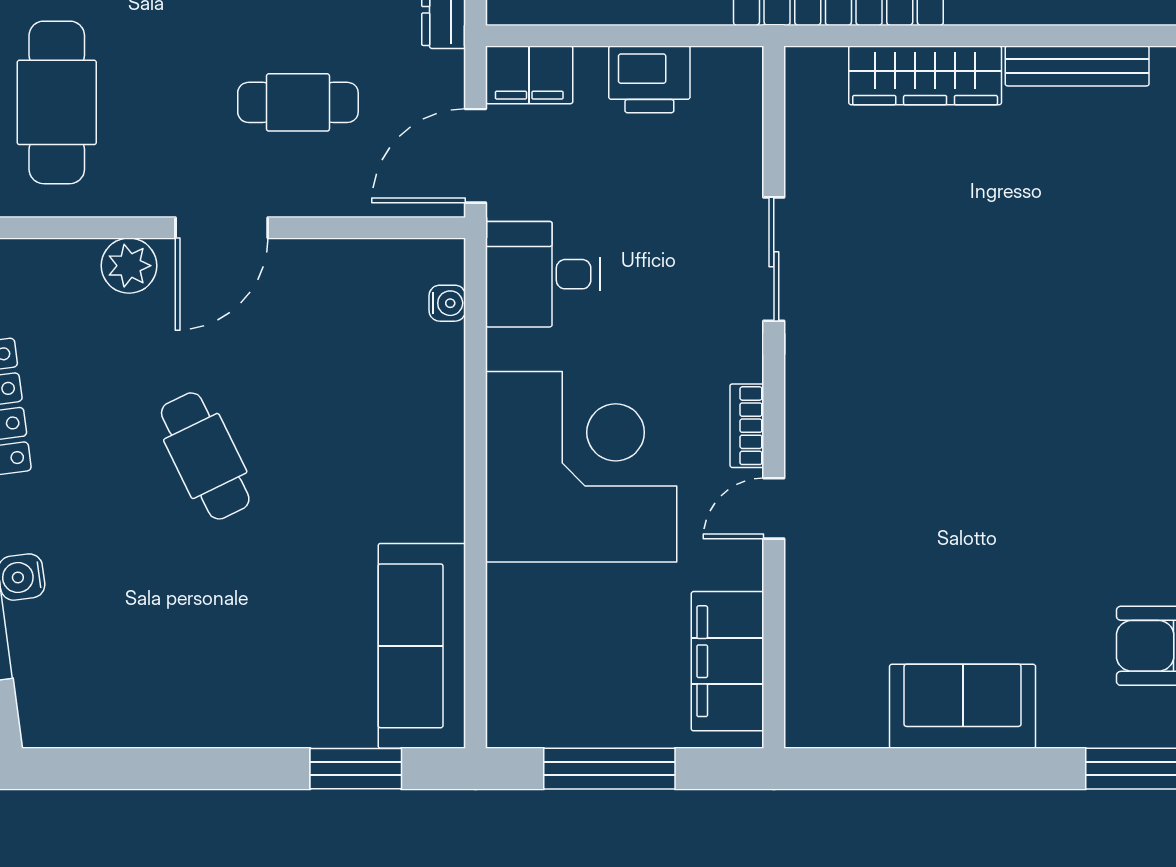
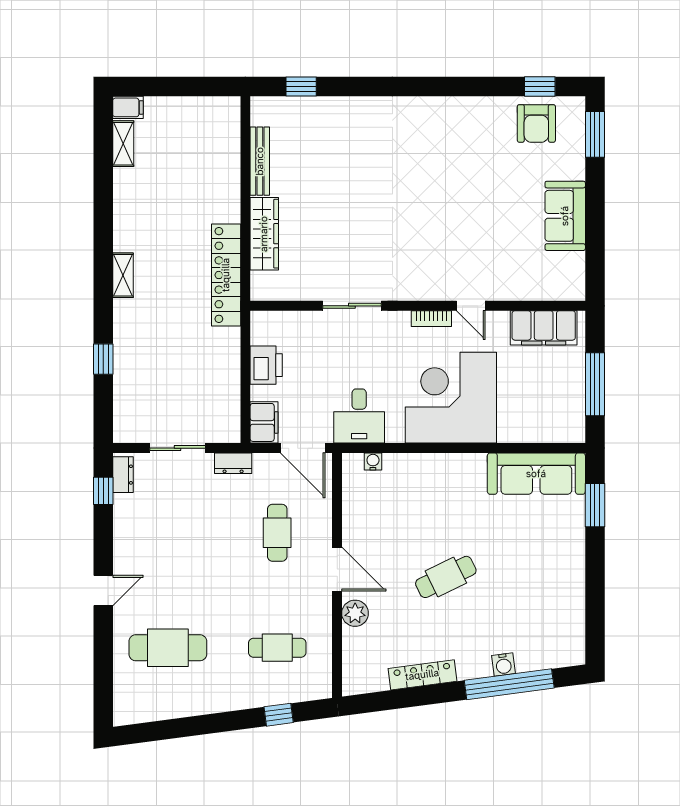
cafe table: (57, 102) -> (277, 648), width x0.73, depth x0.74

